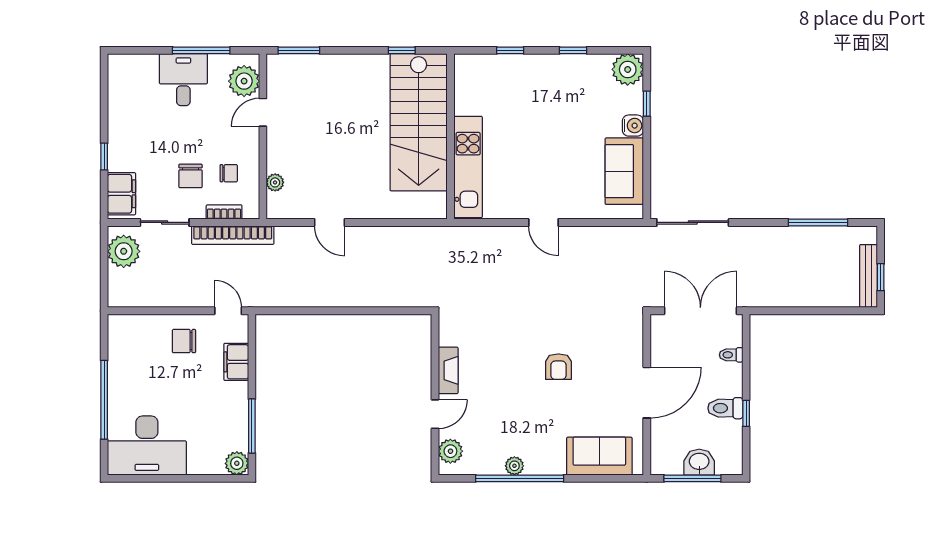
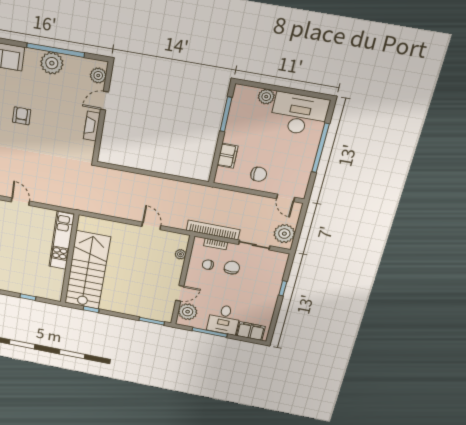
filing cabinet: (121, 194) -> (251, 331), moved, turned 90
door: (228, 311) -> (286, 198), moved
plant: (237, 463) -> (266, 97), moved
plant: (514, 466) -> (52, 63), width x1.88, depth x1.88

